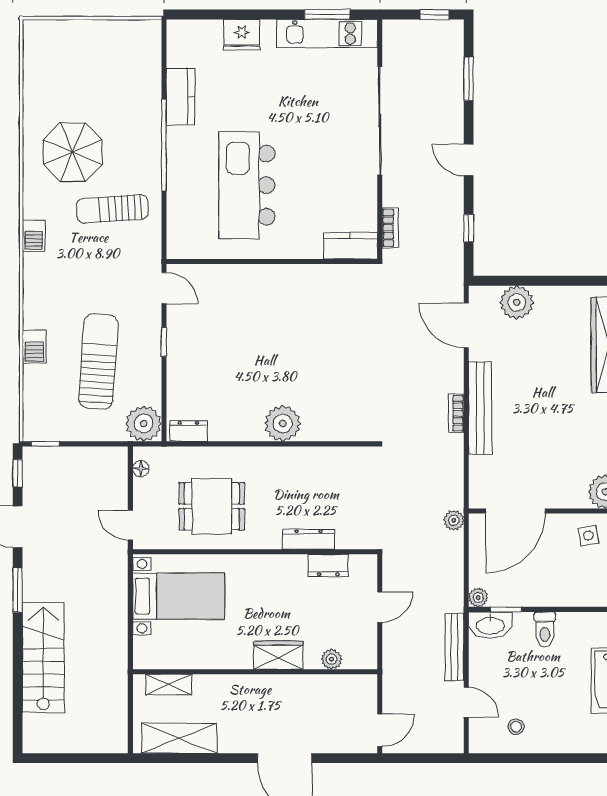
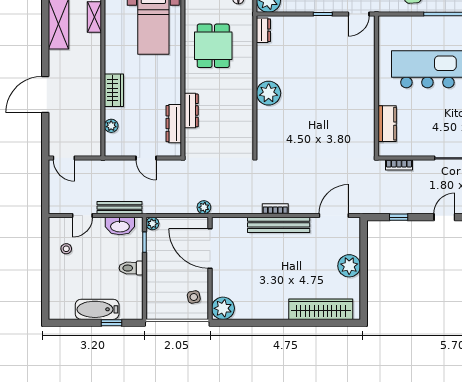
kitchen counter: (350, 246) -> (387, 124), moved
plant: (517, 302) -> (349, 266), moved
dresser: (328, 565) -> (174, 124), width x1.44
washbasin: (490, 625) -> (120, 226), moved, turned -90

